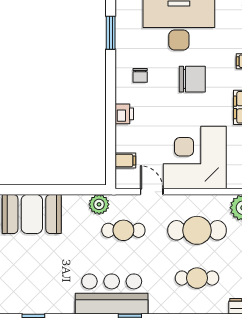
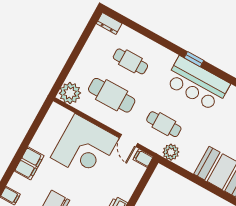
filing cabinet: (125, 161) -> (143, 158), moved

